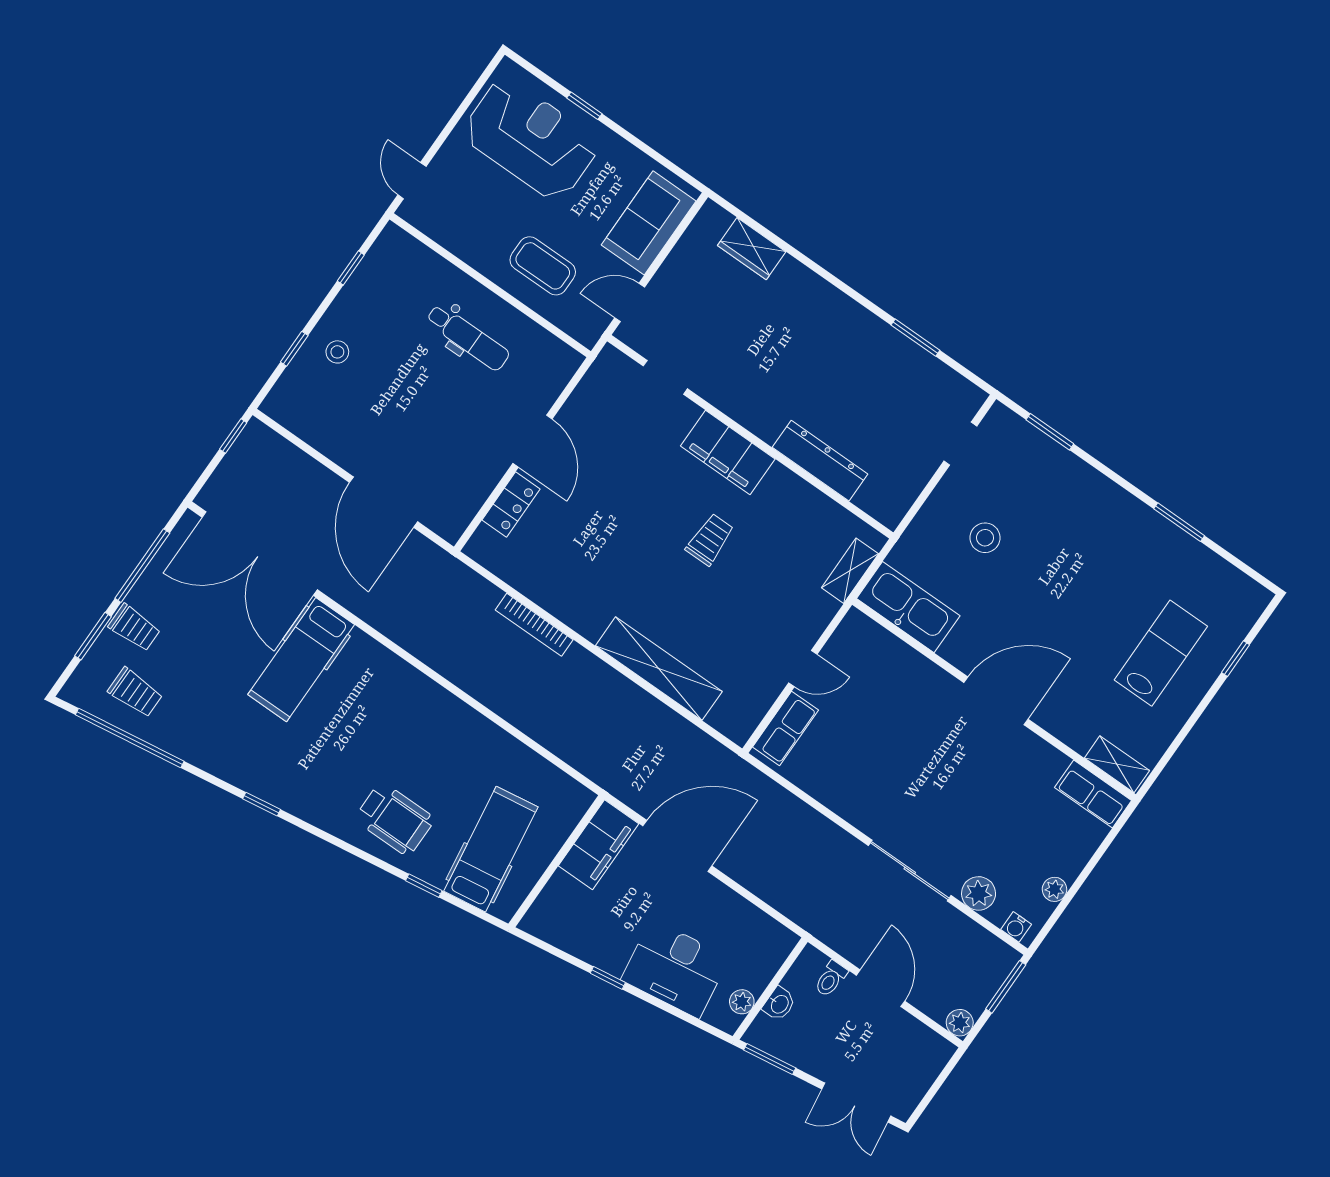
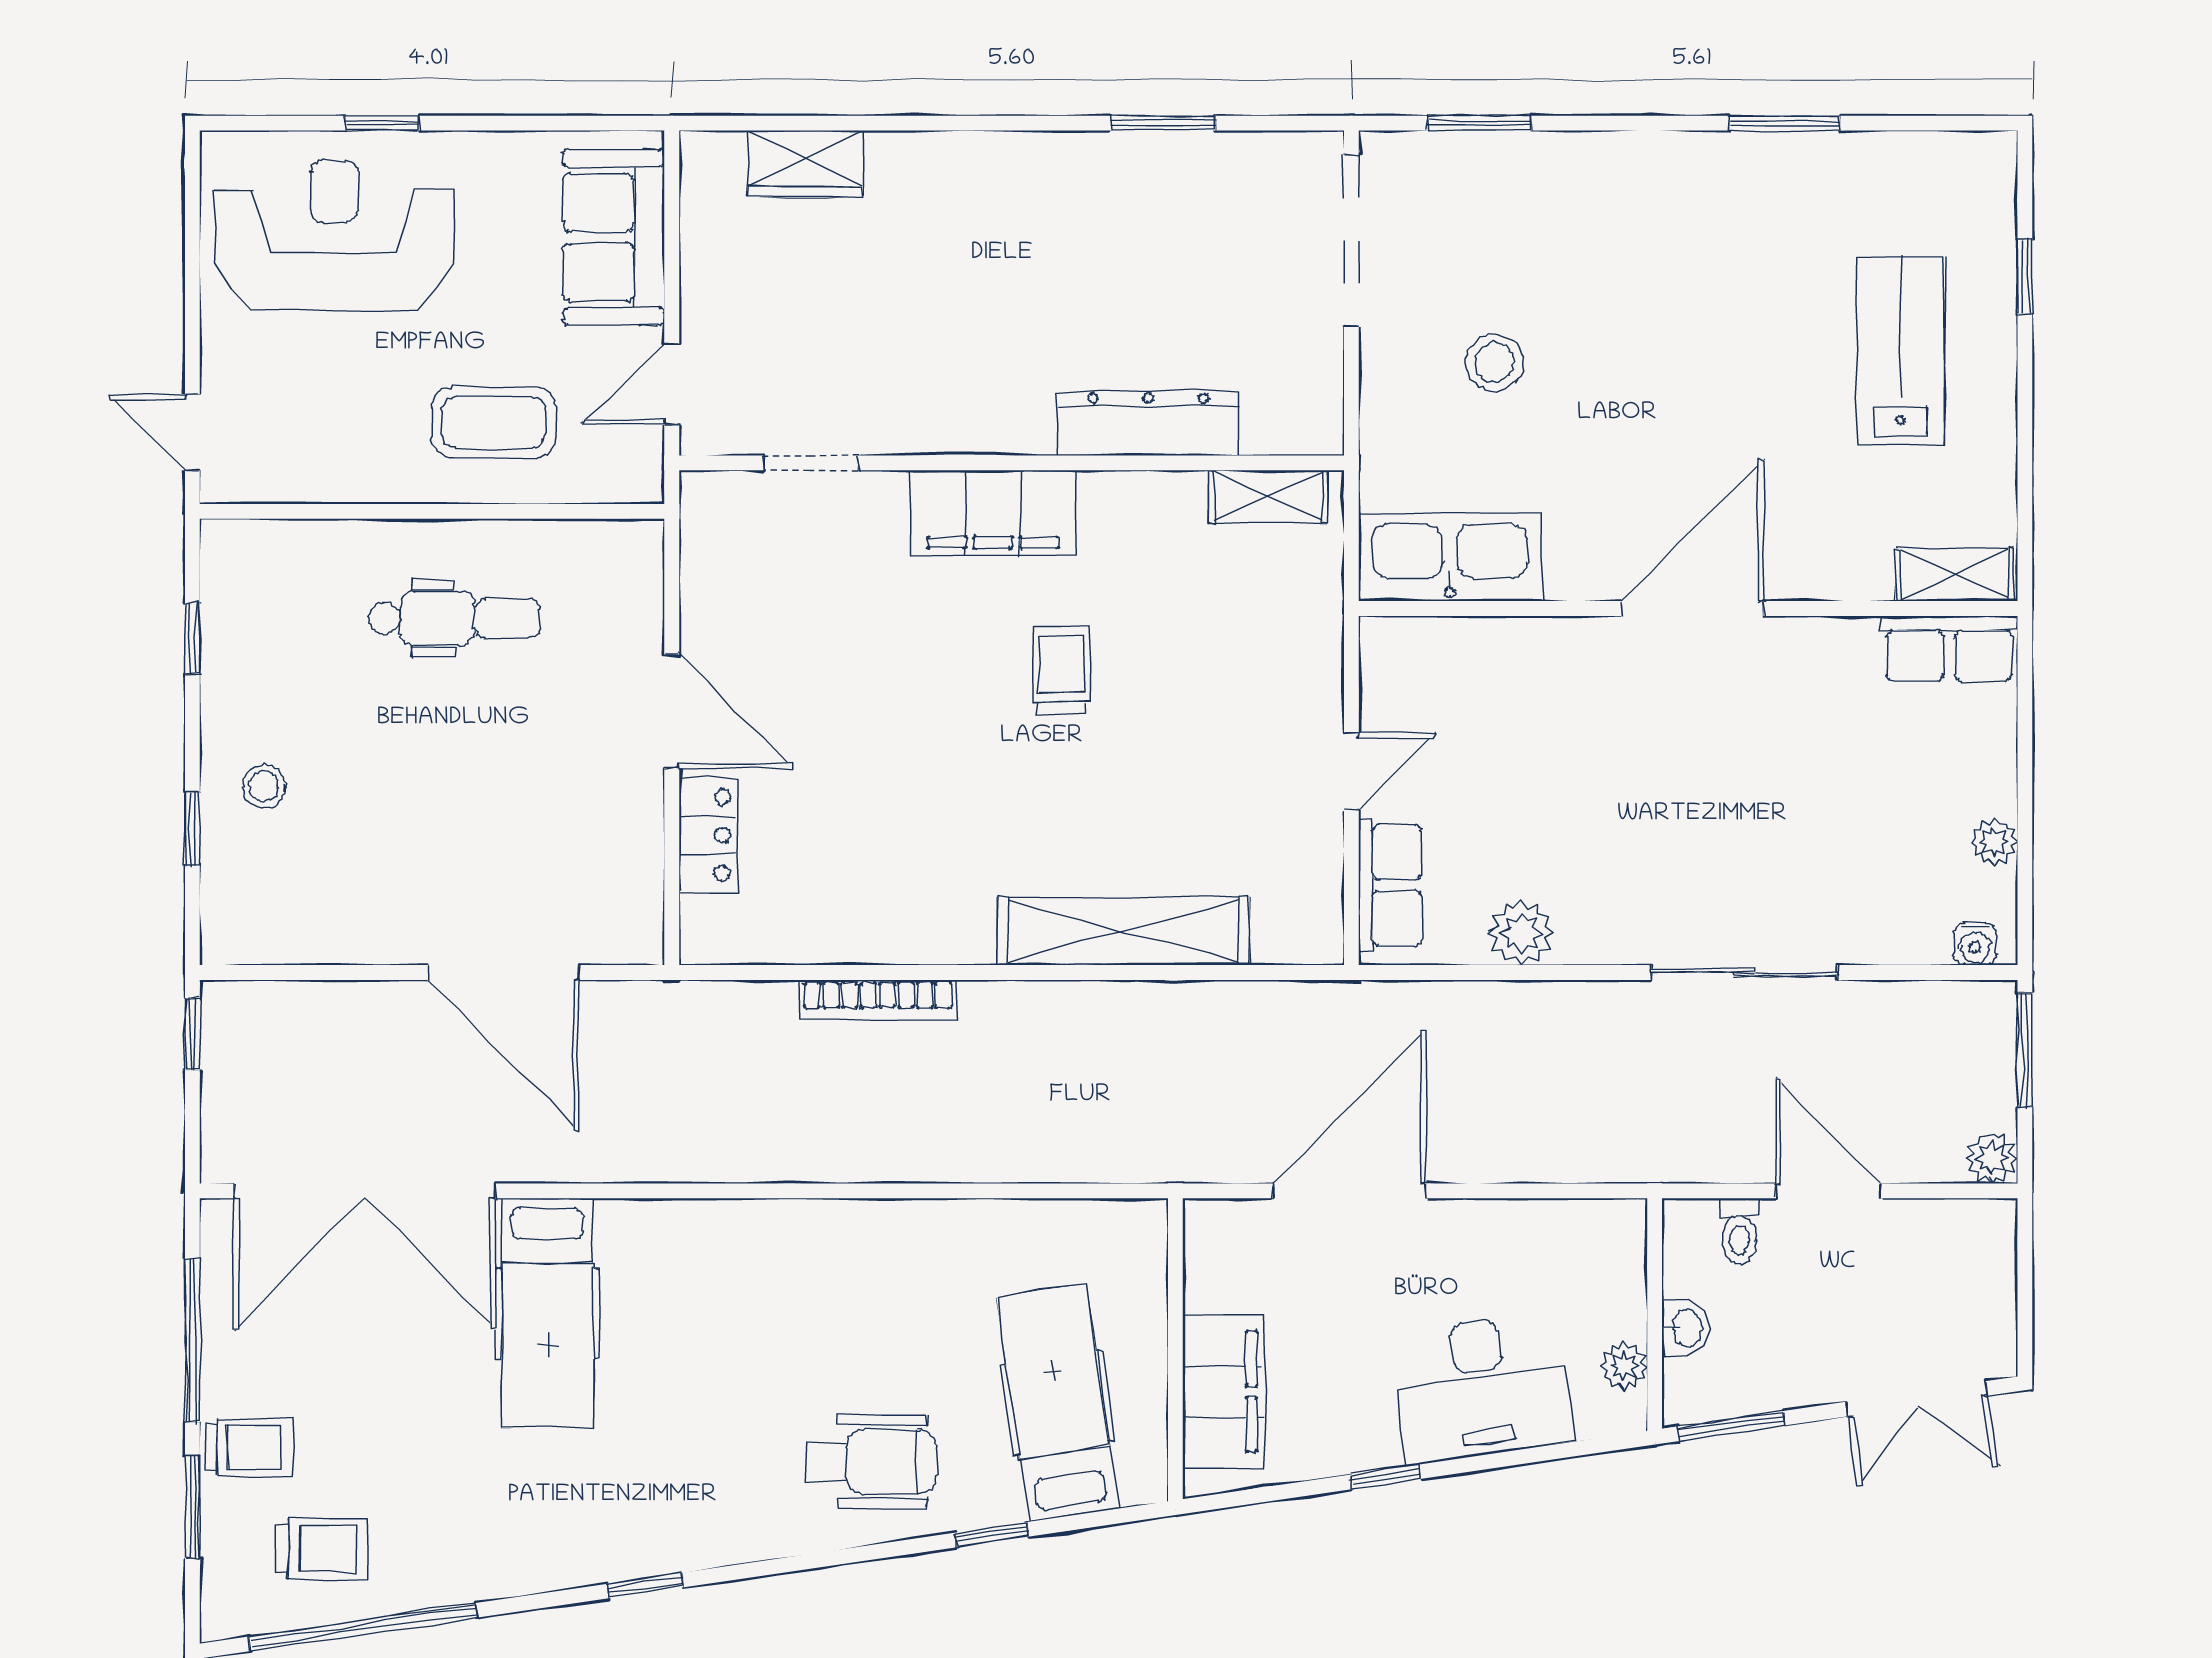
doorway: (960, 444) -> (1351, 241), width x1.88
shelving: (850, 571) -> (1268, 497), moved, turned 90
filing cabinet: (599, 845) -> (1223, 1391), moved
plant: (979, 893) -> (1522, 933), moved

